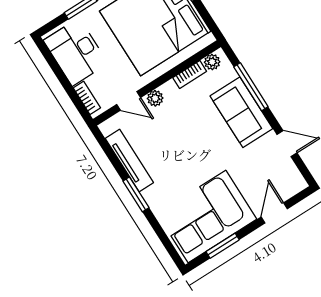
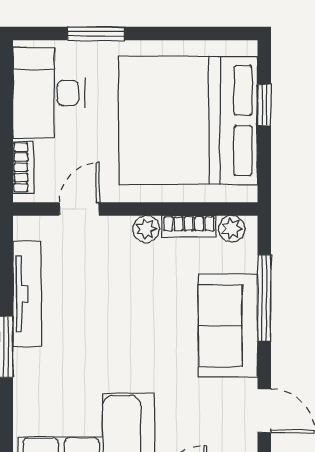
plant: (155, 98) -> (146, 229), moved
door: (129, 101) -> (79, 209), swing flipped

